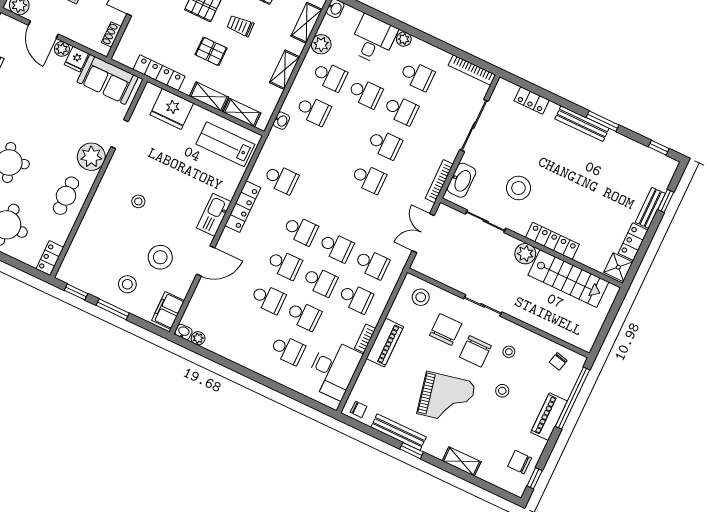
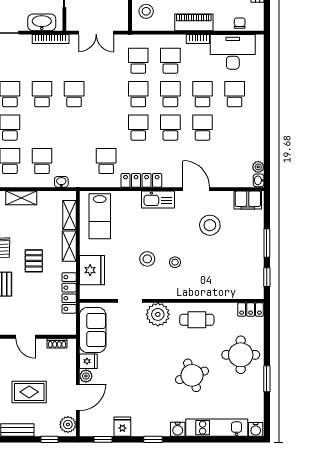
stool: (127, 284) -> (147, 259), moved
chair: (359, 409) -> (240, 23), moved

